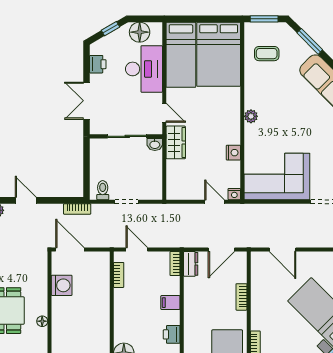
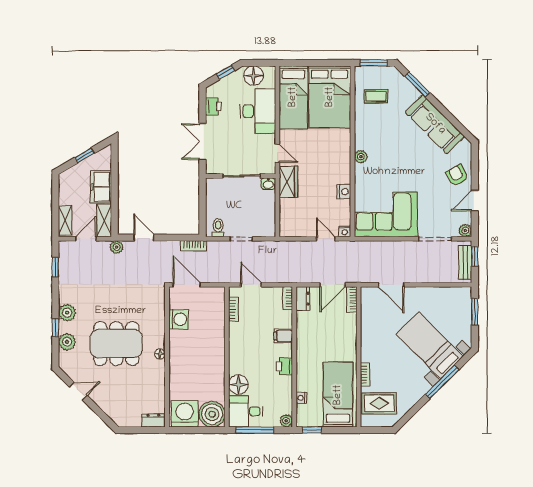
bookcase: (241, 297) -> (352, 300), moved

